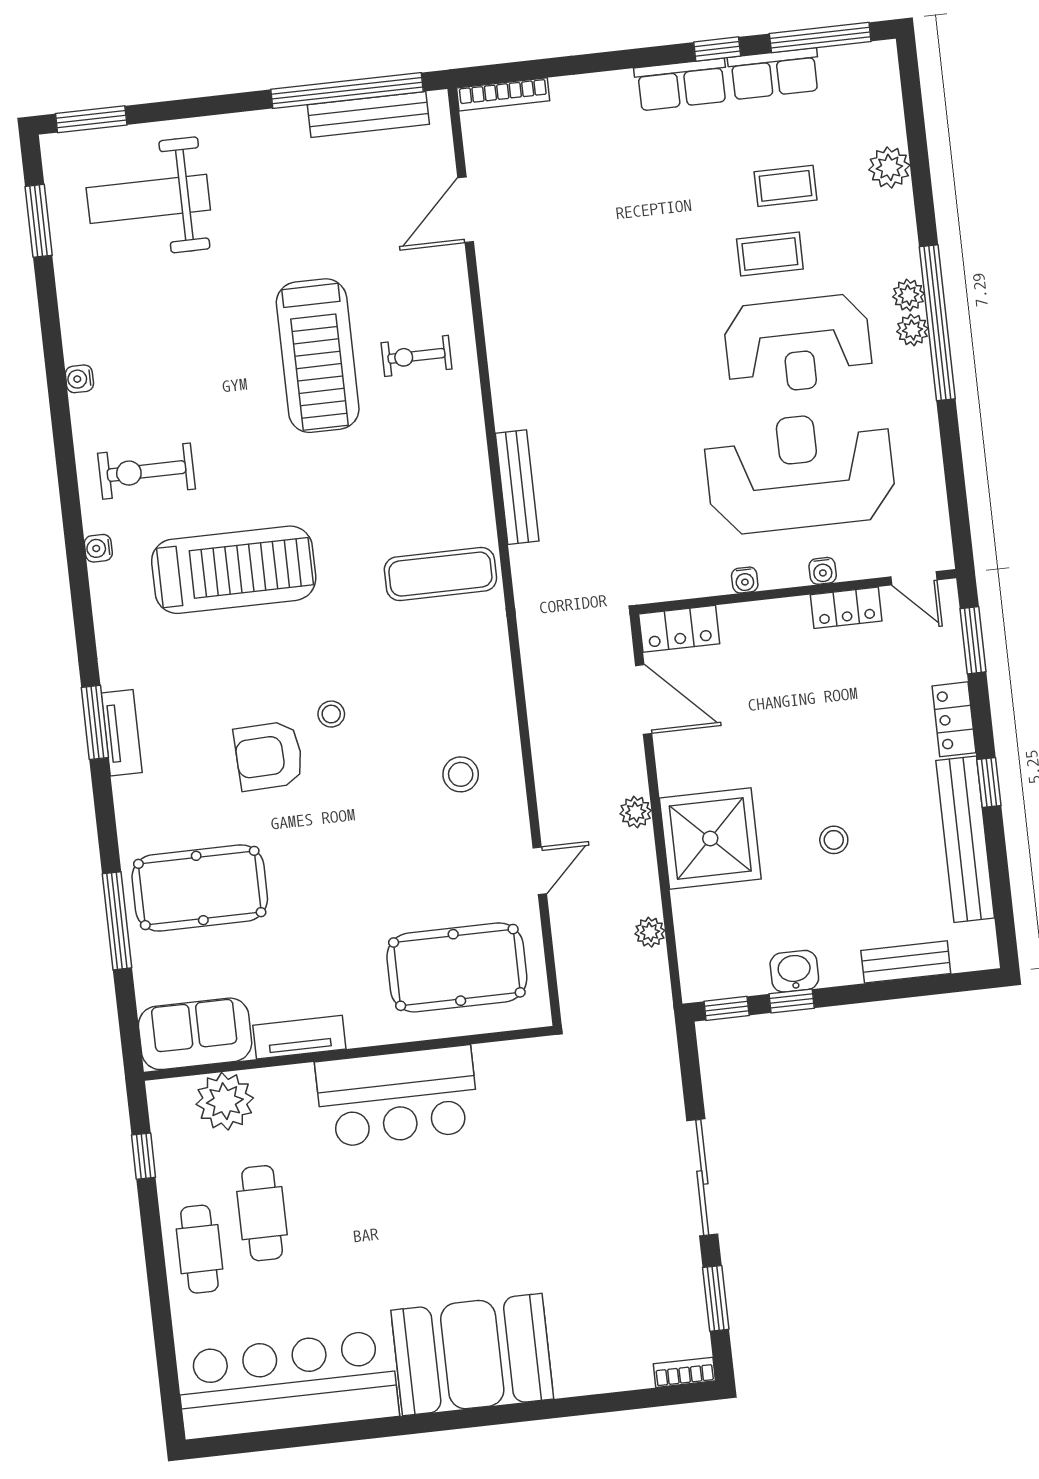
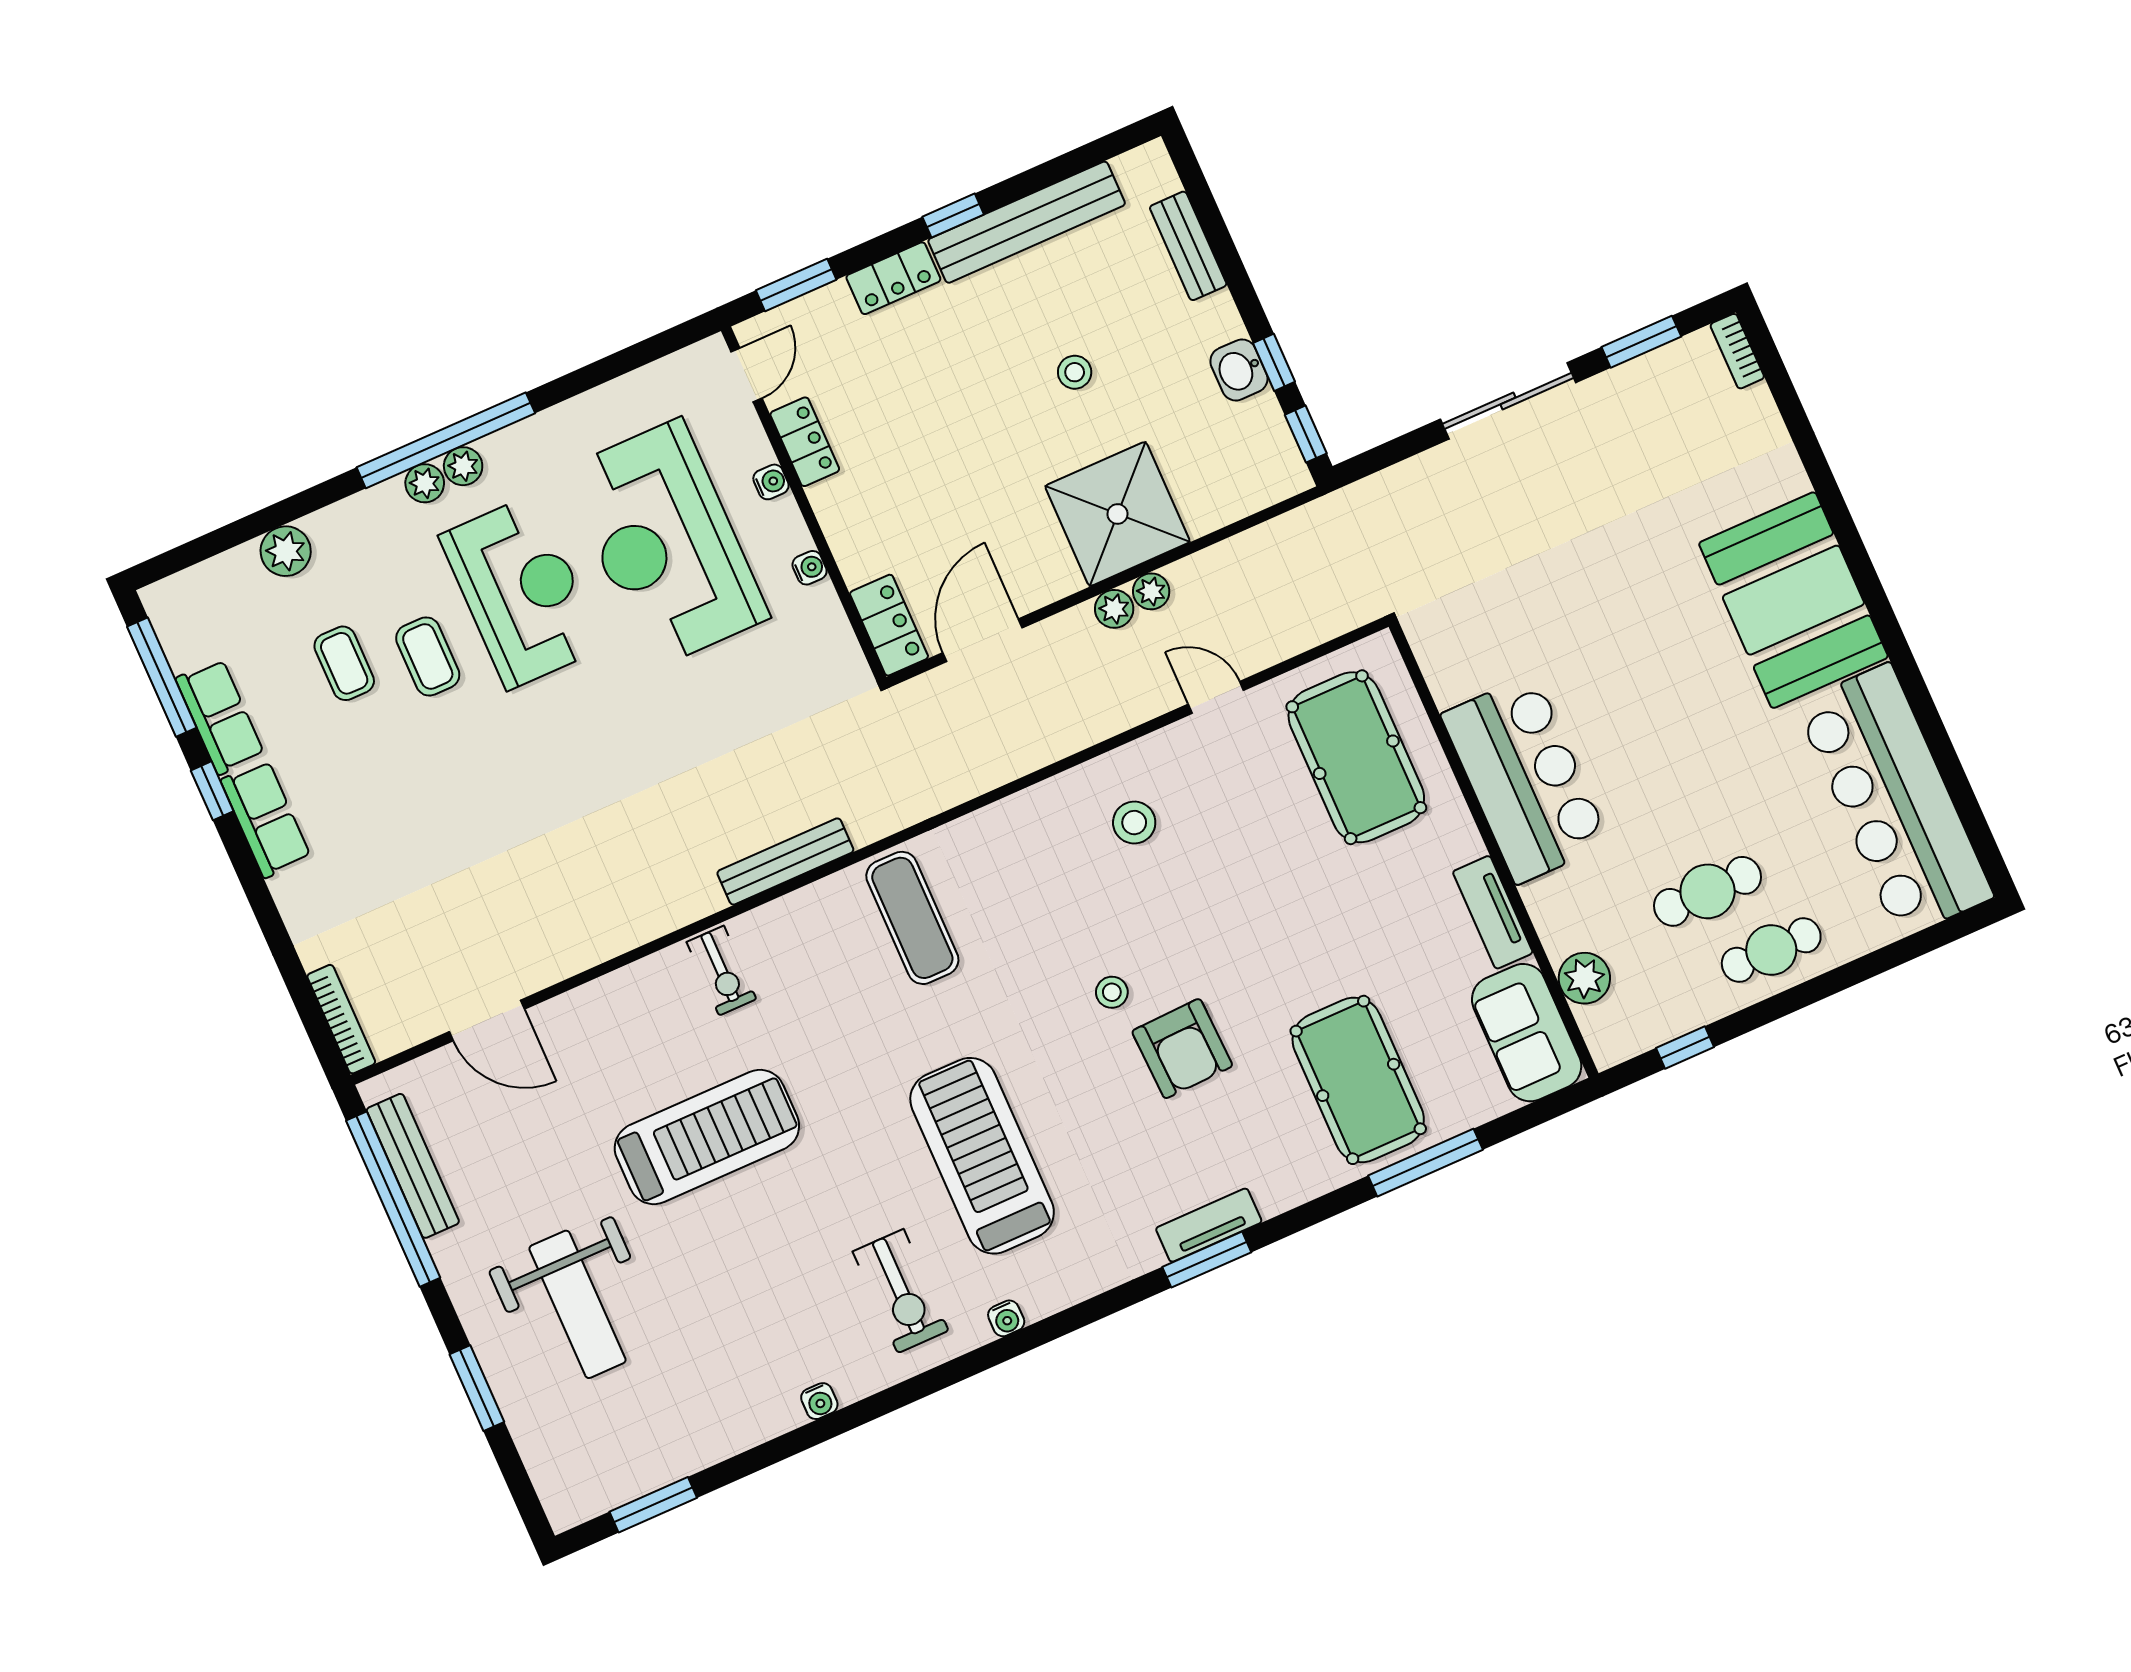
window: (91, 119) -> (477, 1388), moved
weight bench: (148, 199) -> (577, 1304), moved
exercise bike: (416, 356) -> (721, 971), moved
plant: (650, 932) -> (1151, 591), moved
plant: (225, 1101) -> (1584, 978), width x0.73, depth x0.73

